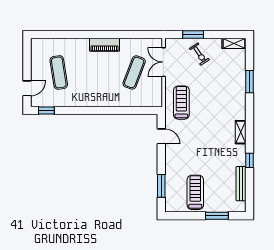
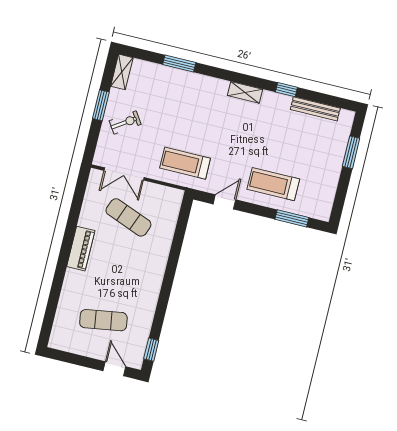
window: (193, 34) -> (101, 105), moved
treadmill: (195, 192) -> (273, 184), moved

